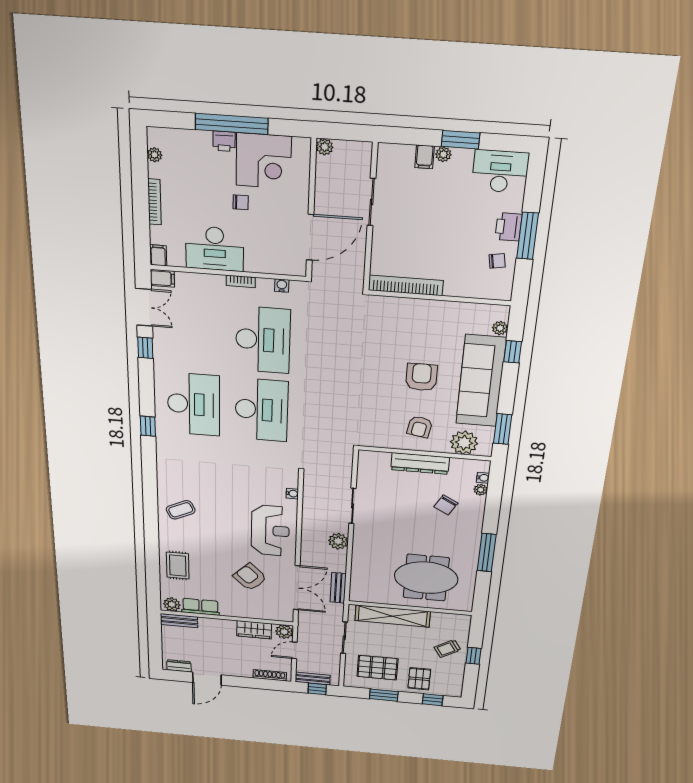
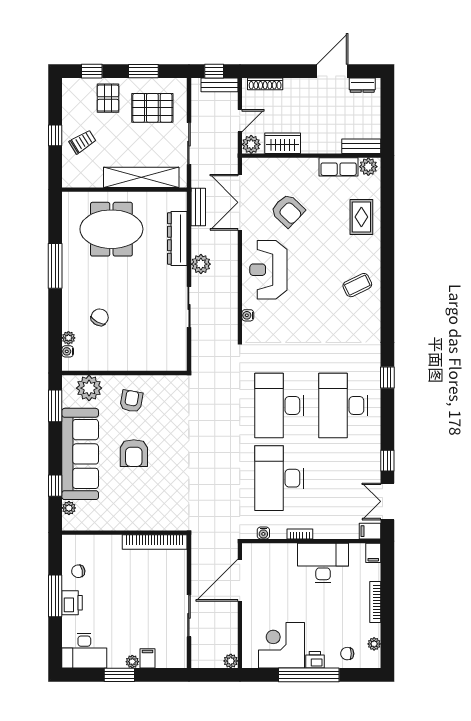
chair: (241, 202) -> (347, 654), moved
dresser: (420, 463) -> (177, 239), moved, turned -90

